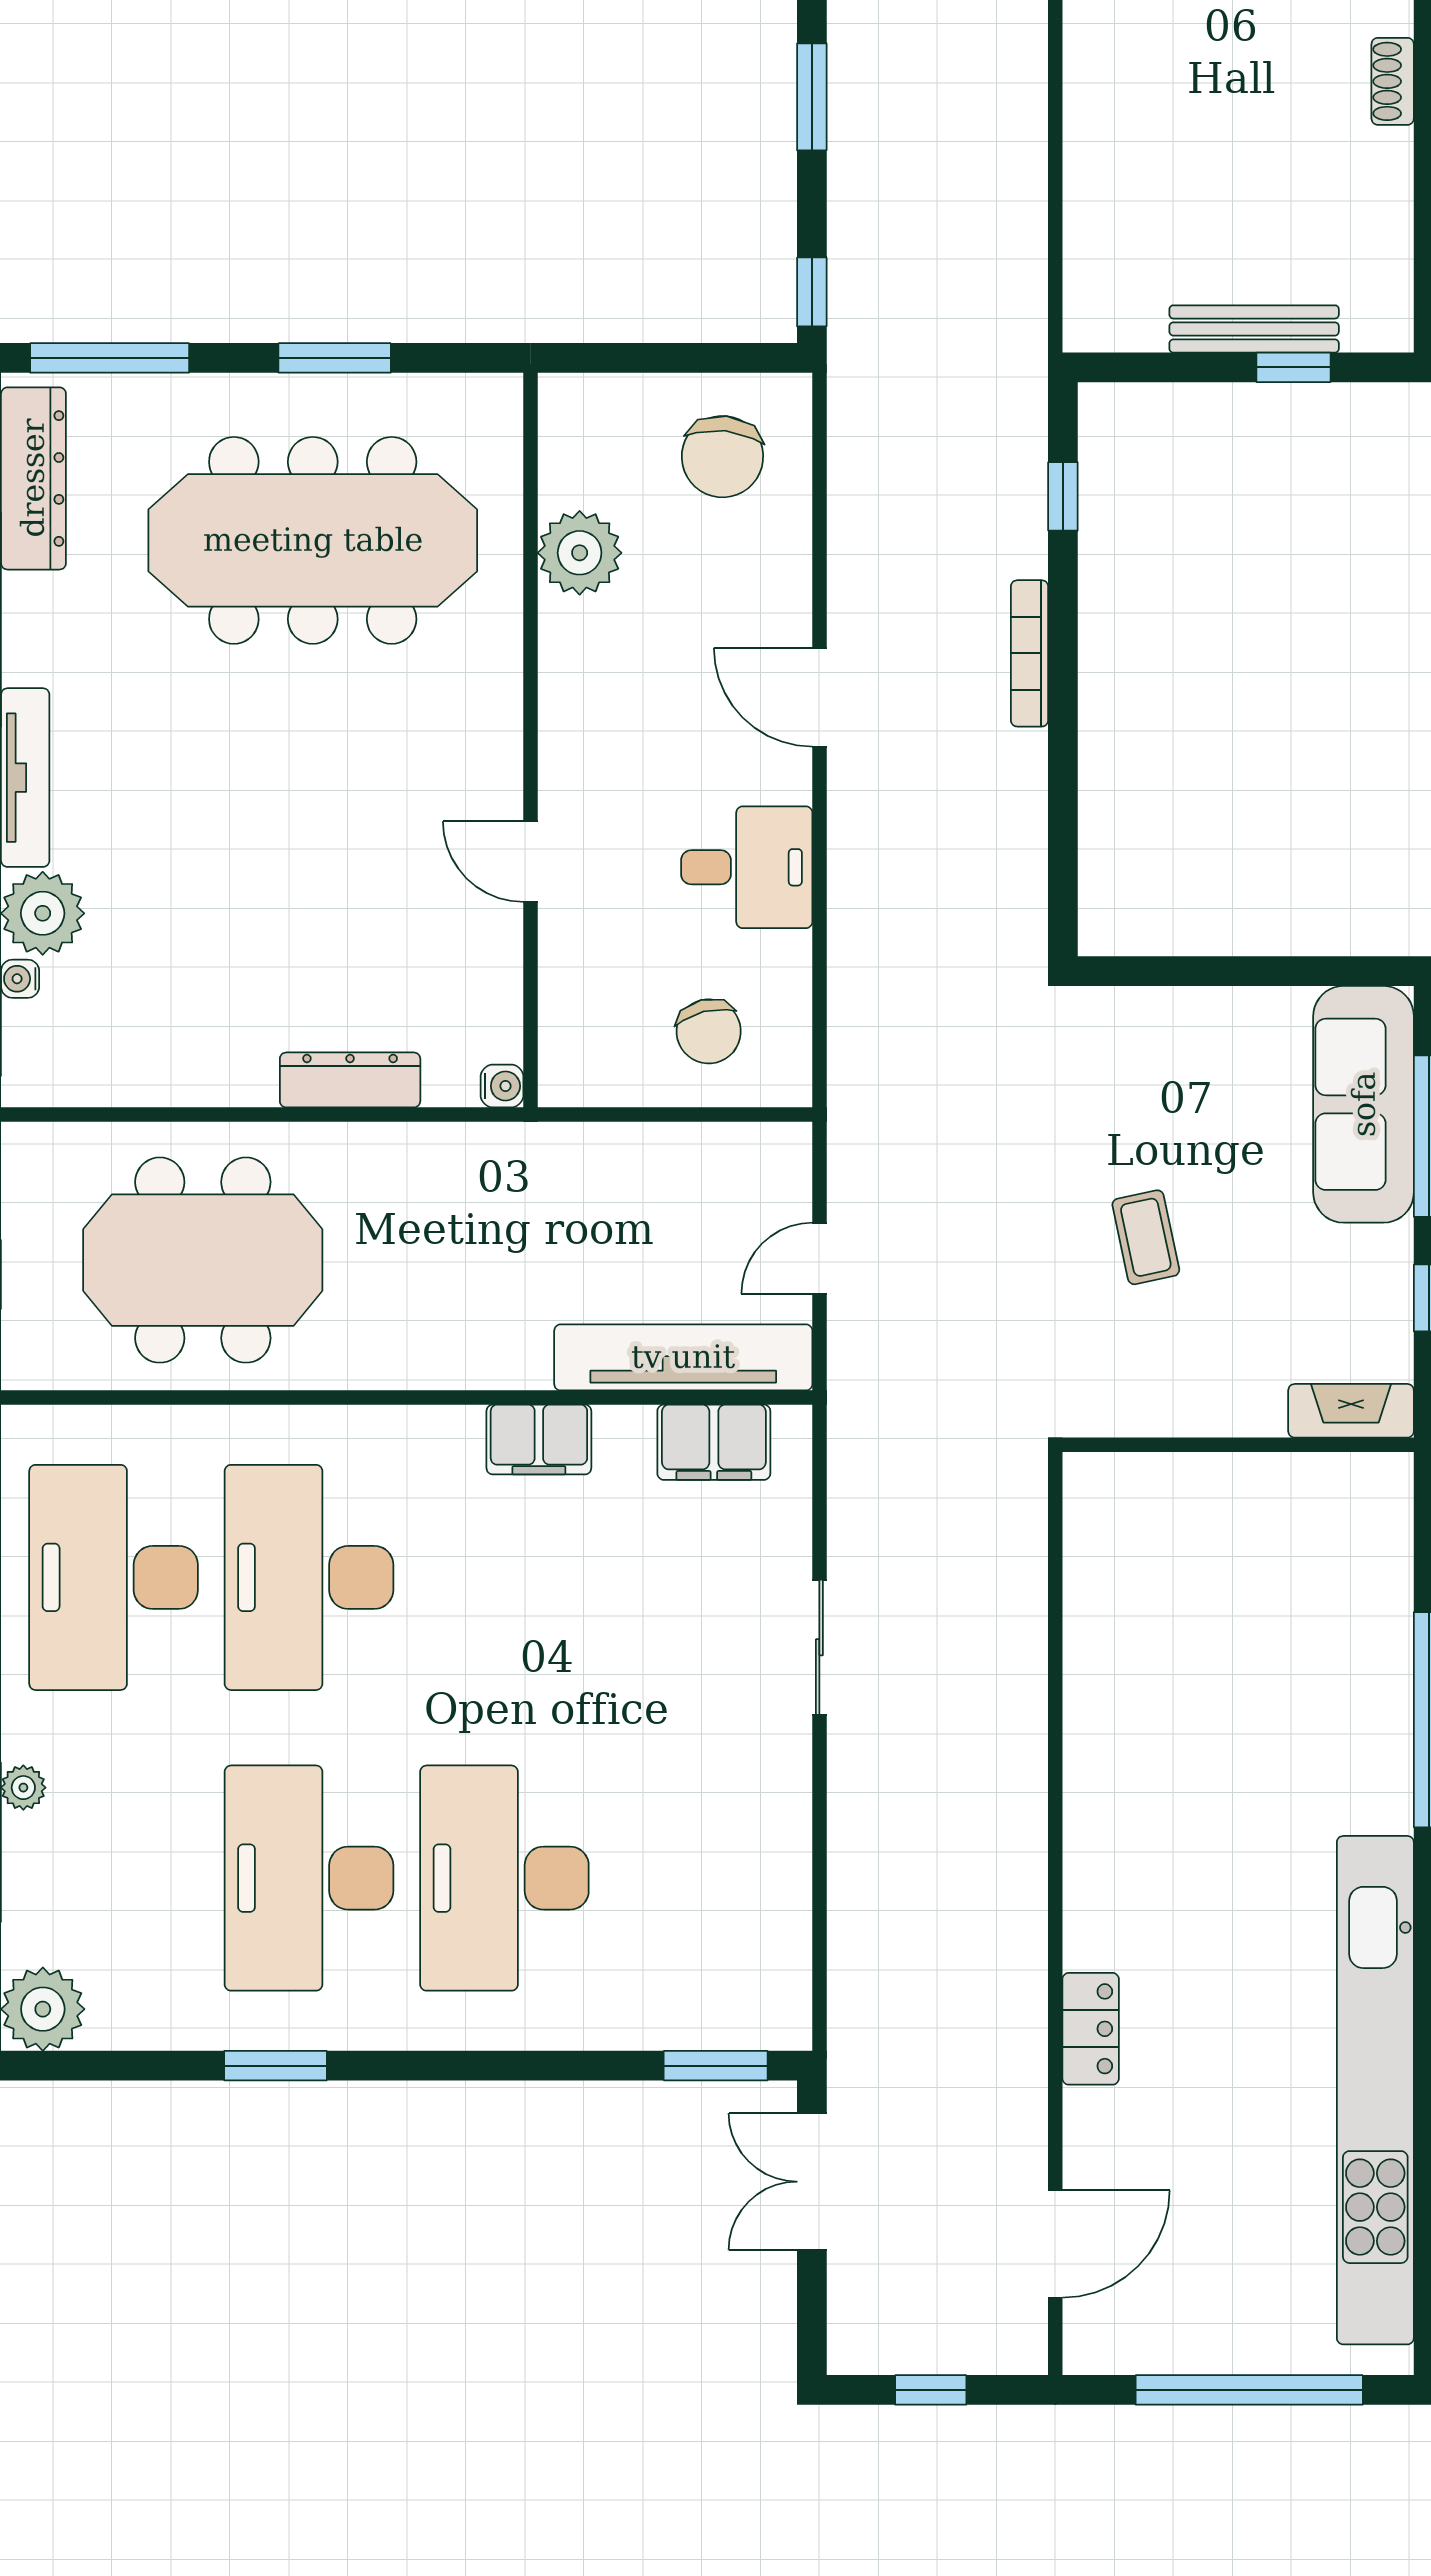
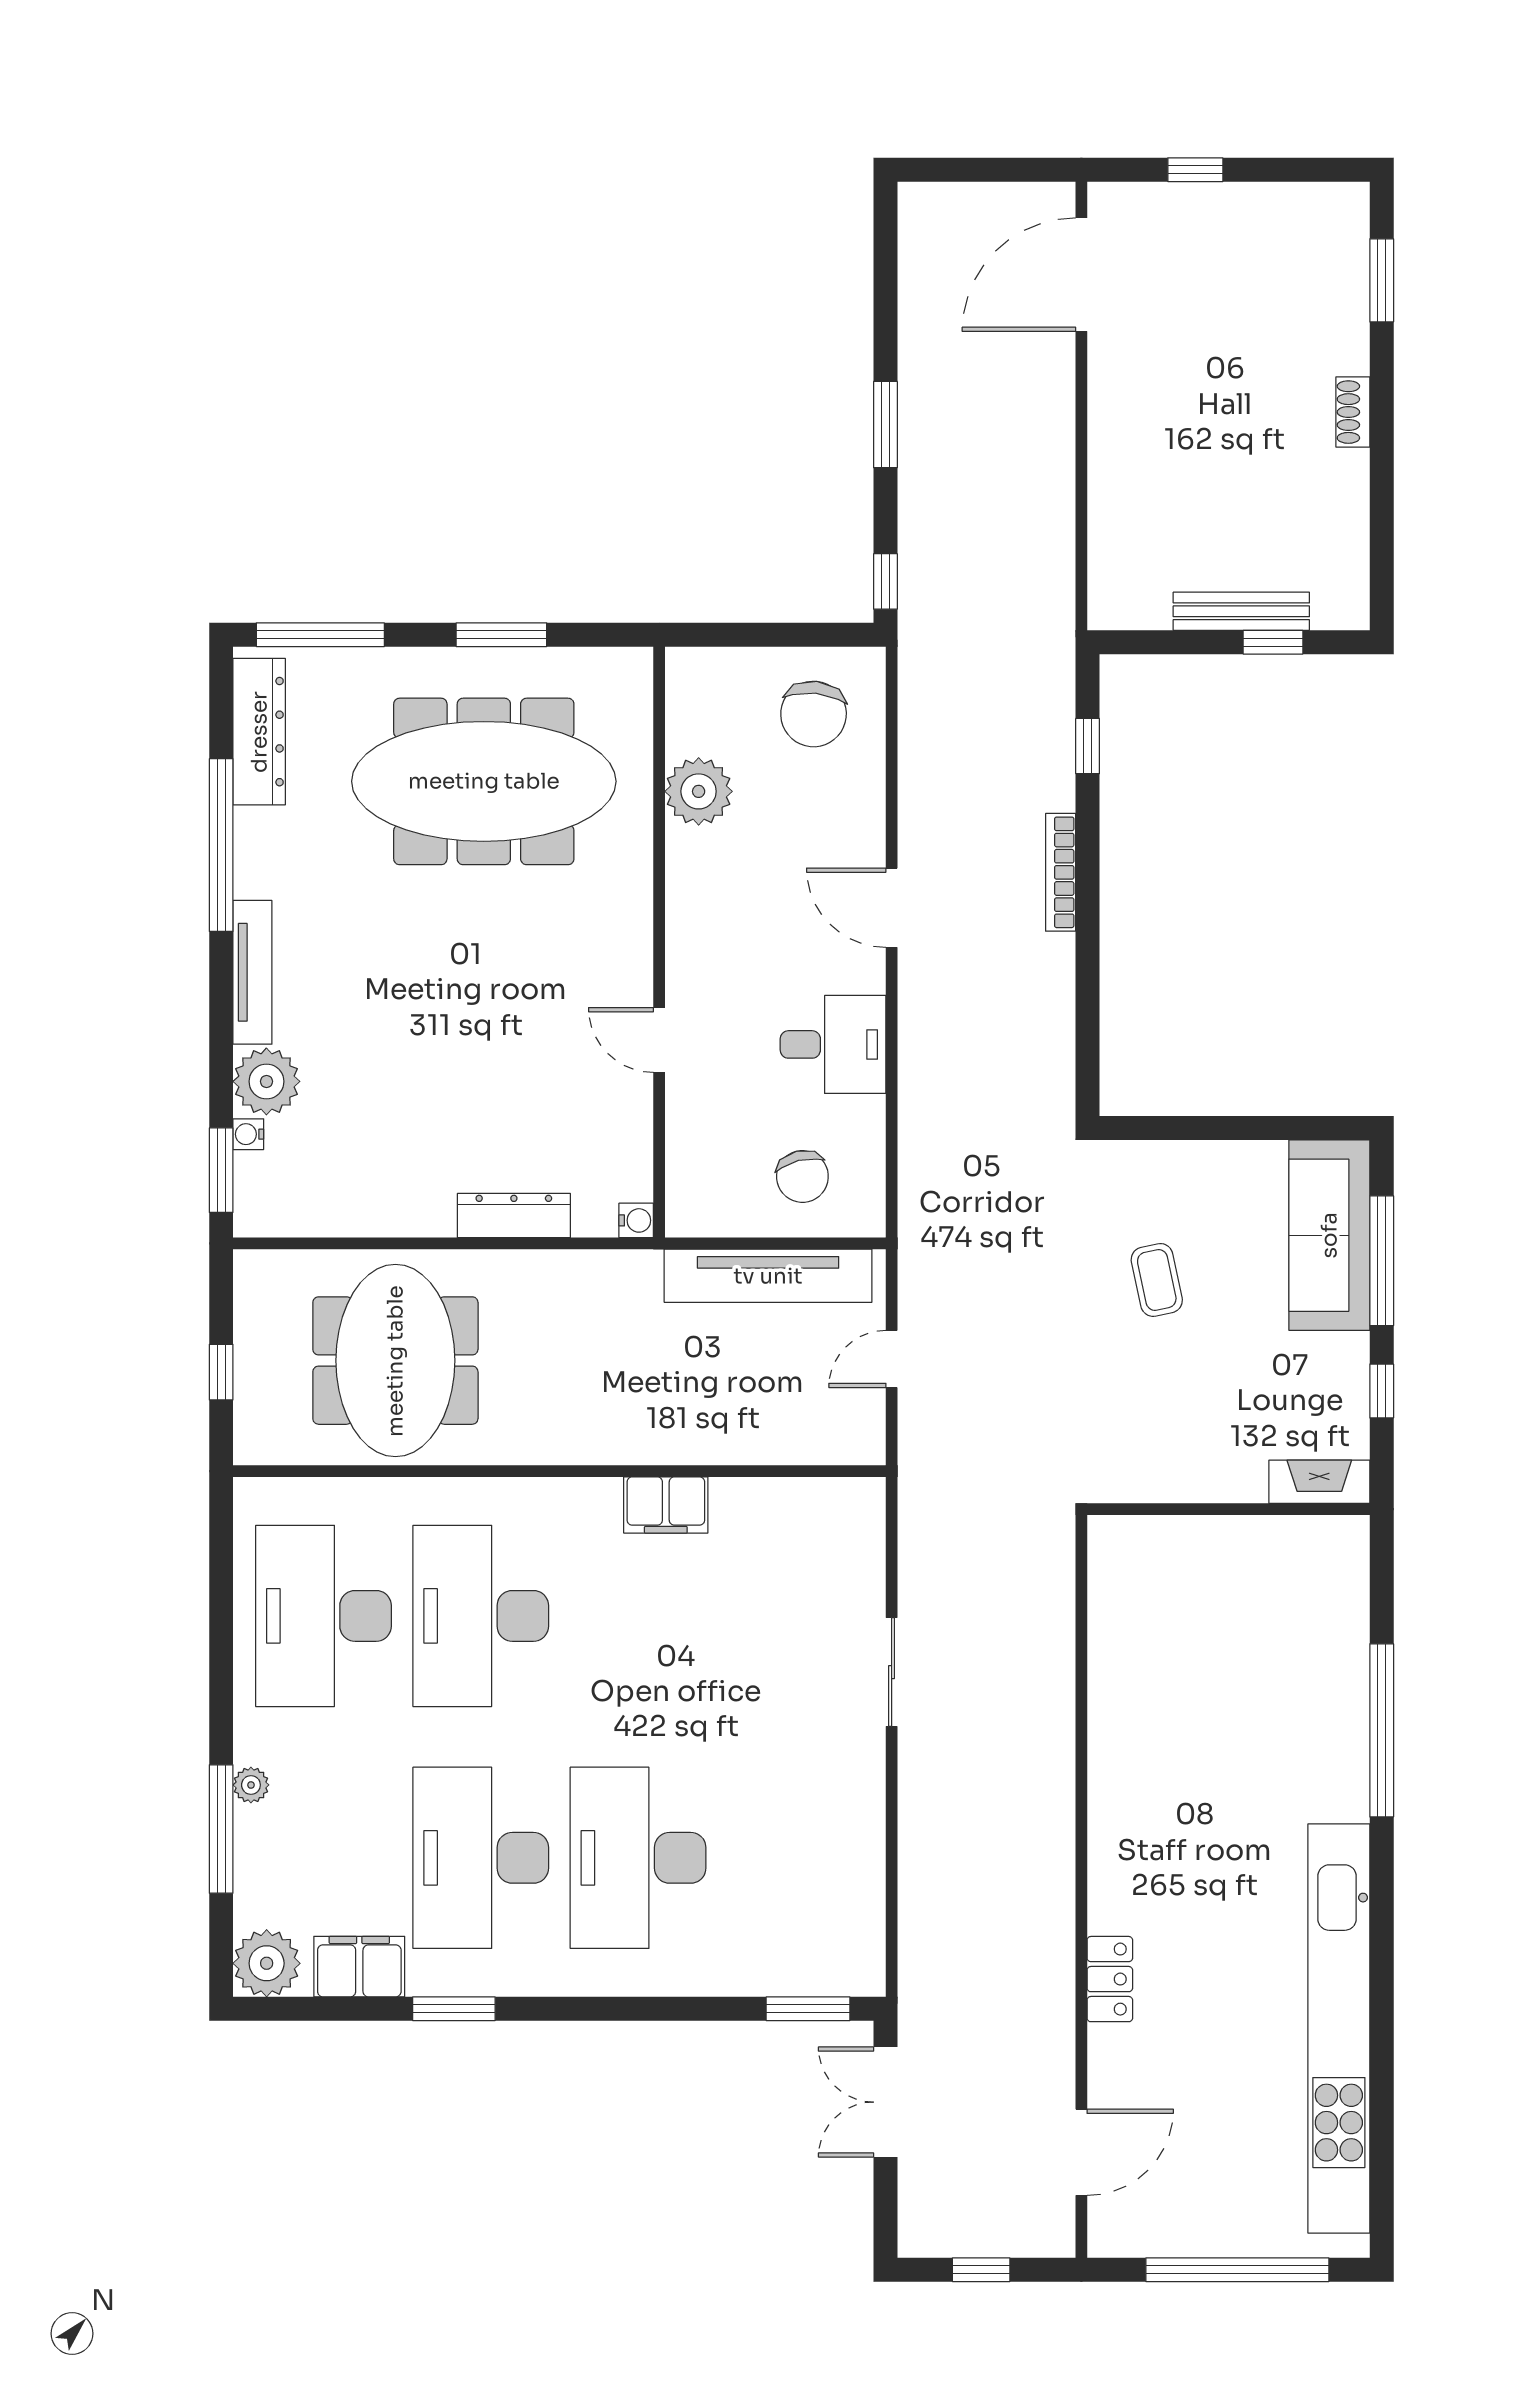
coffee table: (1146, 1237) -> (1157, 1280), moved
meeting table: (203, 1260) -> (395, 1361), turned 90
tv unit: (683, 1357) -> (768, 1276), moved, turned 180
filing cabinet: (714, 1442) -> (359, 1967), moved, turned 180

